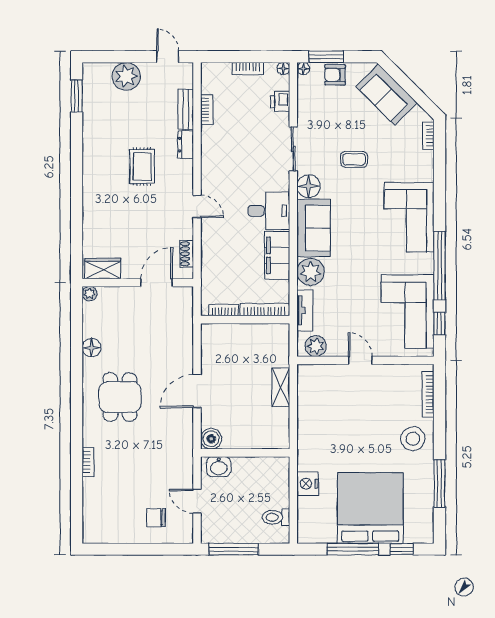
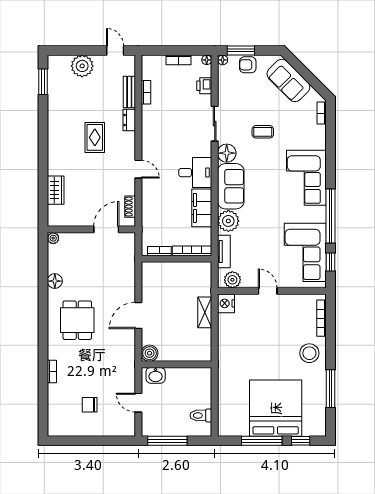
wardrobe: (103, 268) -> (56, 190), moved, turned 90
nightstand: (308, 484) -> (226, 303), moved
chair: (156, 518) -> (90, 405), moved

